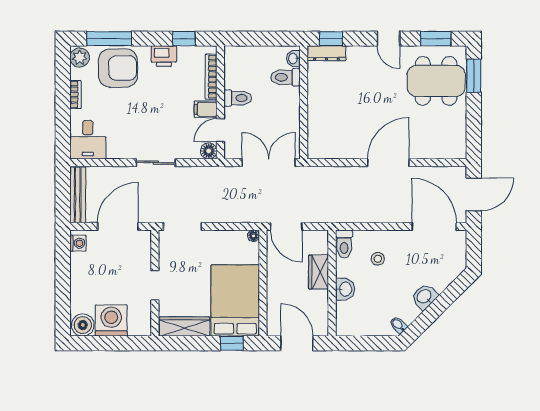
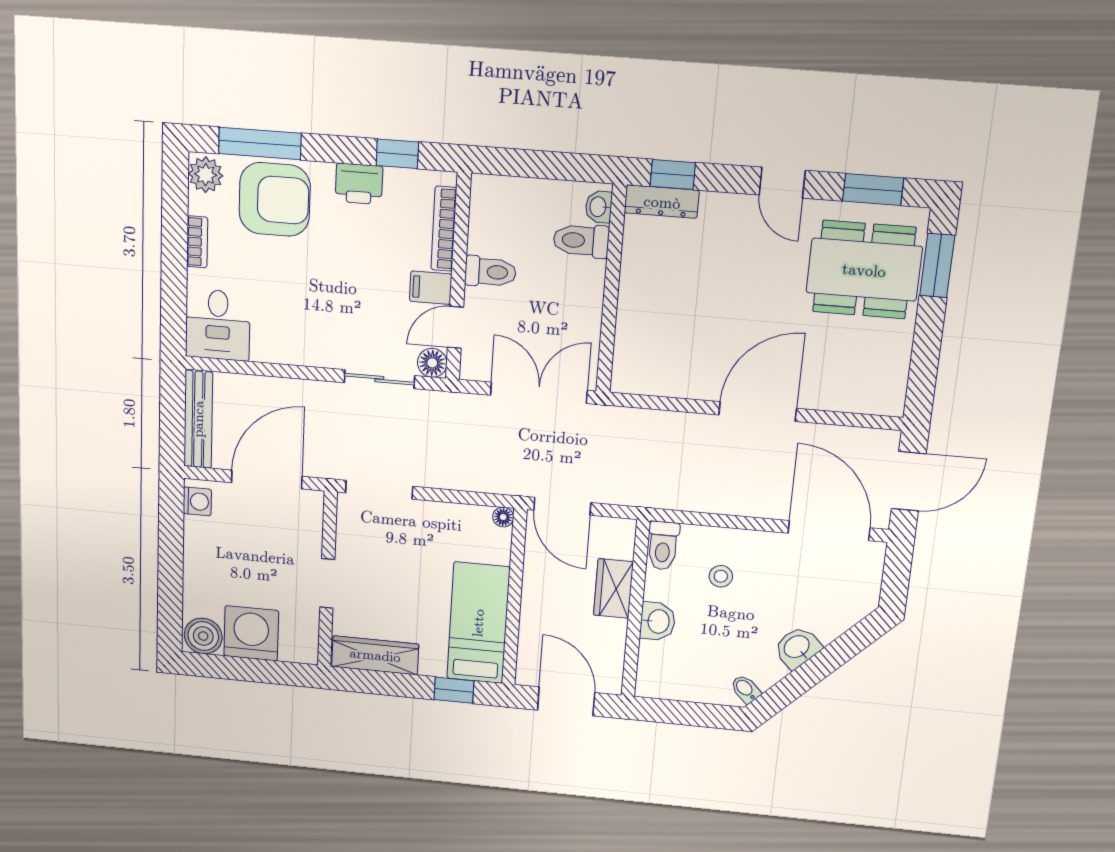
sliding door: (156, 163) -> (379, 379), moved
bed: (235, 300) -> (478, 623), width x0.67

